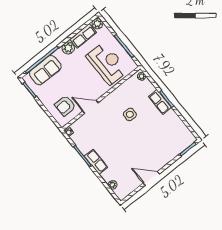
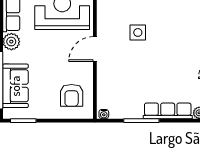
door: (90, 107) -> (95, 49), moved
row of seats: (96, 162) -> (168, 111), width x1.48

